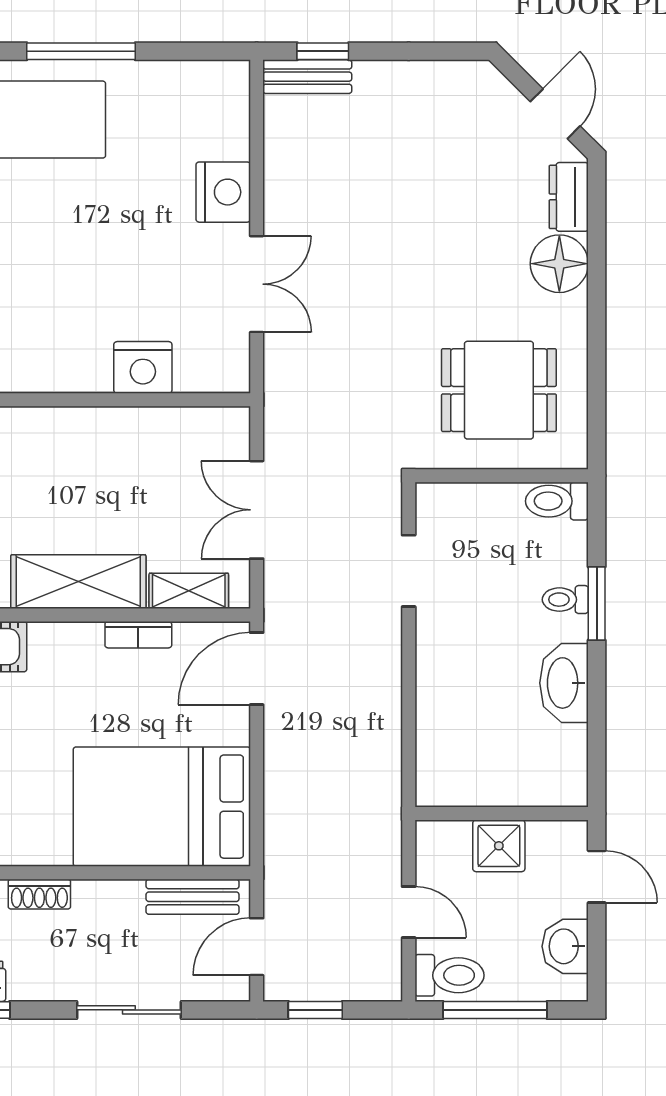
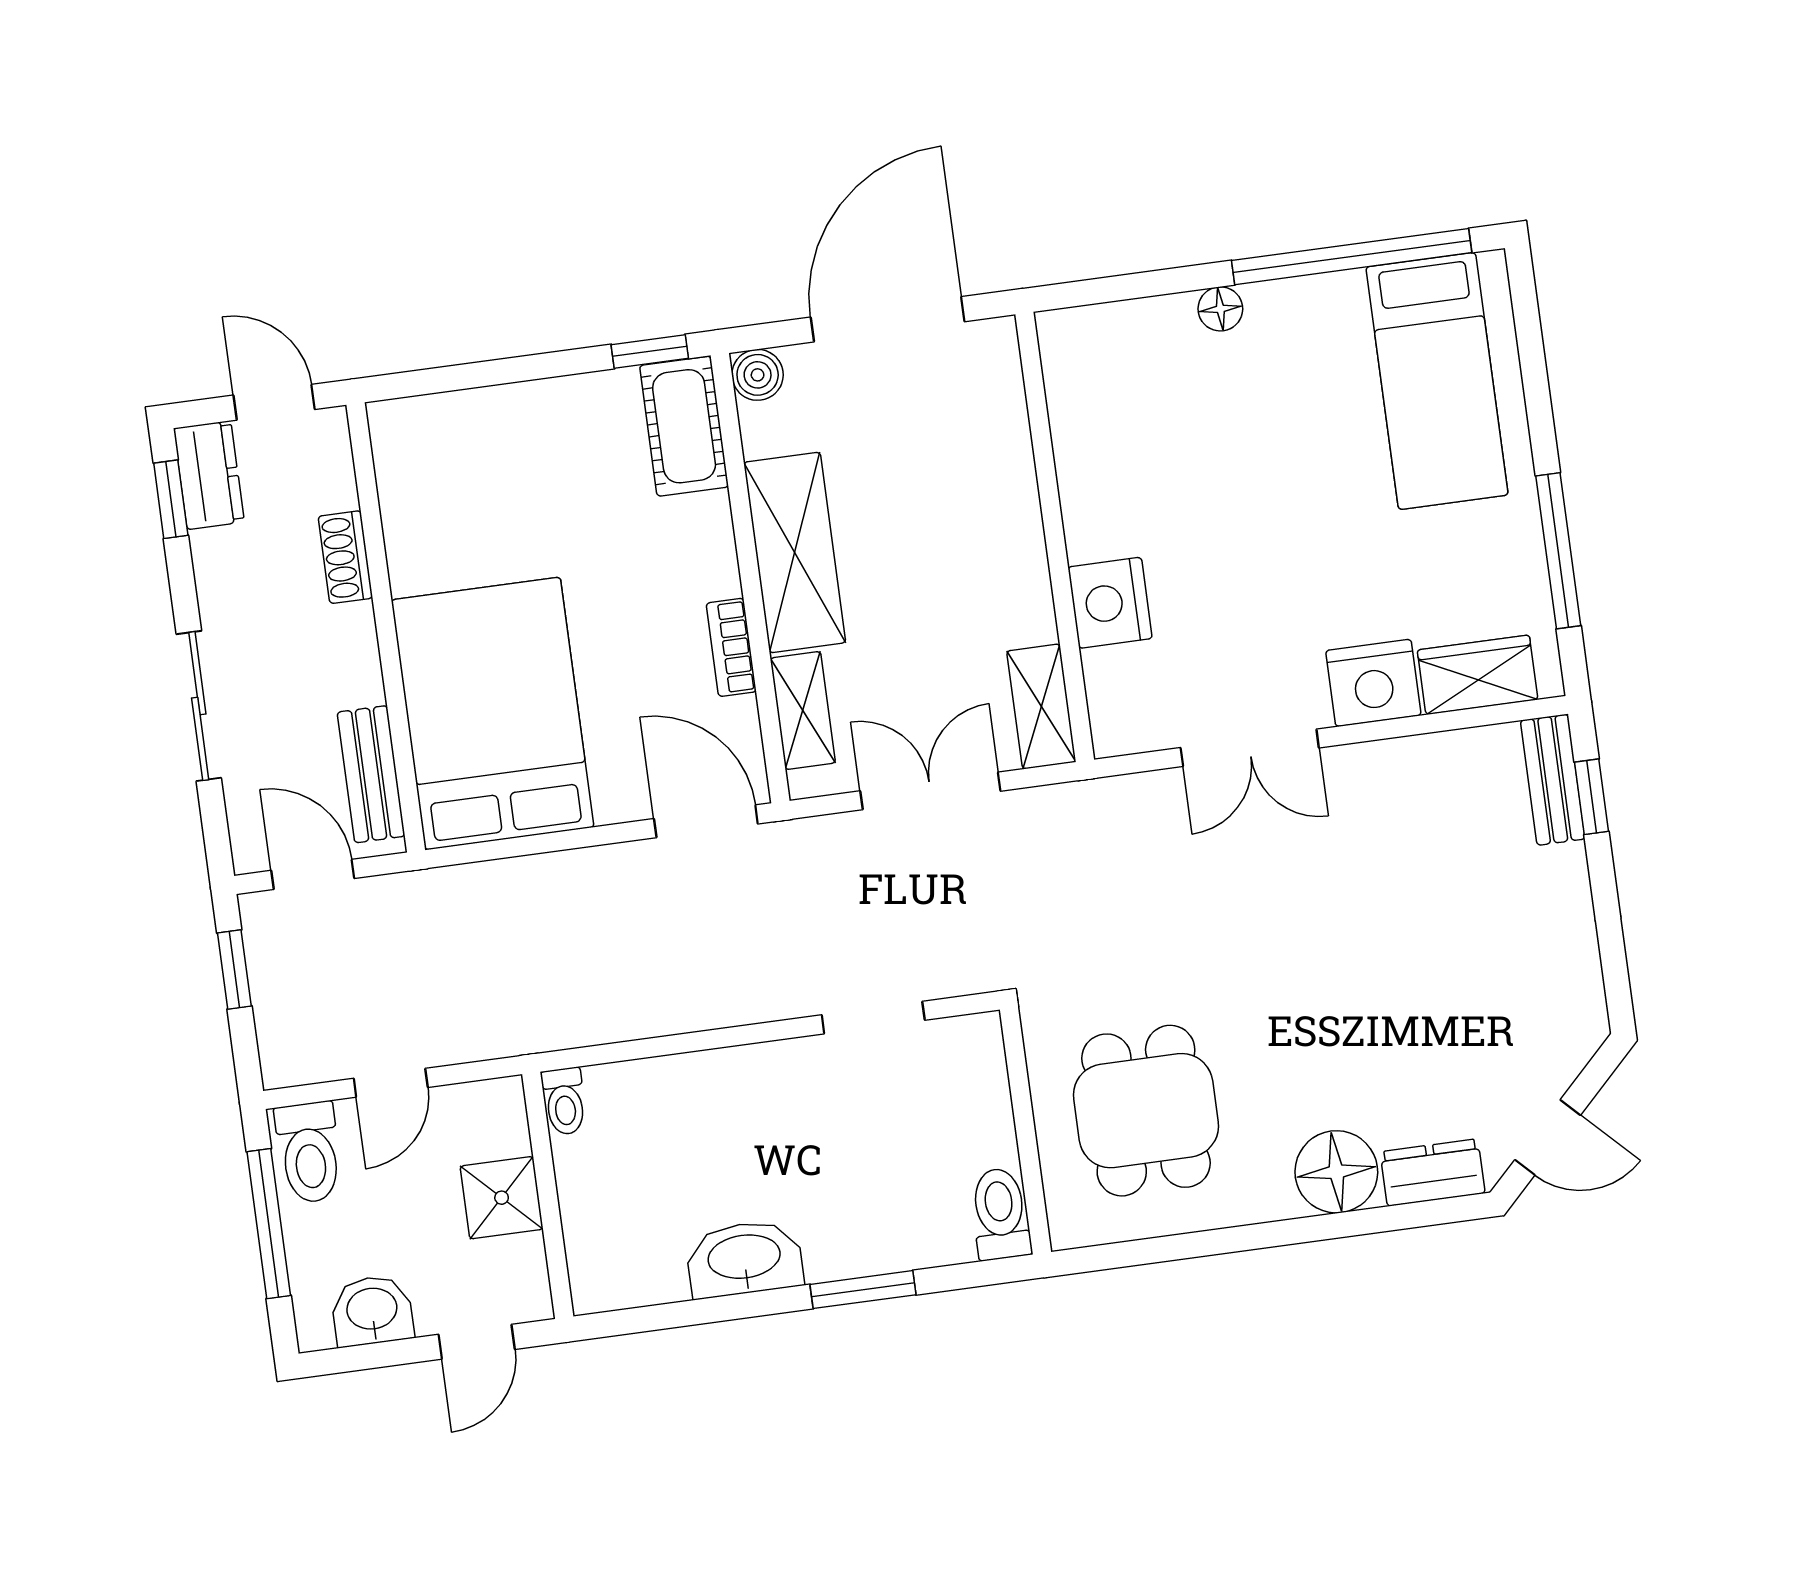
window: (81, 51) -> (1558, 551), moved
wardrobe: (227, 119) -> (1478, 675), added
shelving: (208, 425) -> (1041, 706), added
toilet: (565, 600) -> (564, 1101), moved, turned 180

